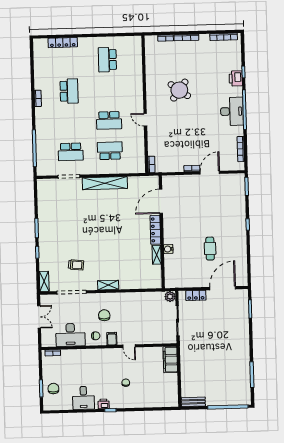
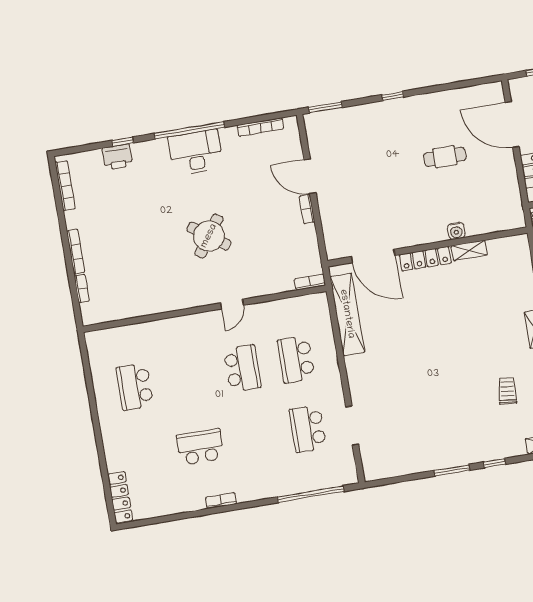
locker: (63, 43) -> (120, 497), moved
school desk: (107, 60) -> (135, 387), turned 90
printer: (236, 78) -> (117, 157), moved
round table: (179, 90) -> (209, 236), moved
school desk: (71, 152) -> (308, 429), turned 180
shelving: (105, 183) -> (347, 314), moved

